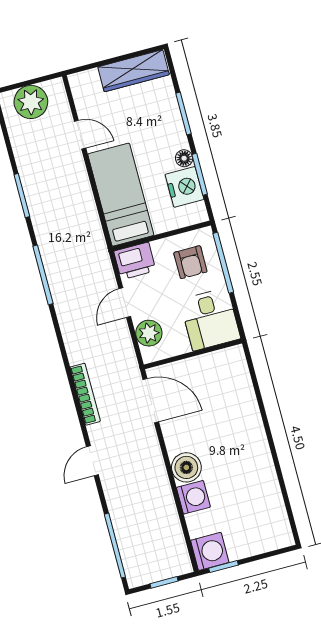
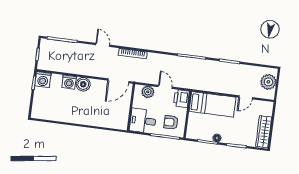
nightstand: (184, 187) -> (205, 133), removed

